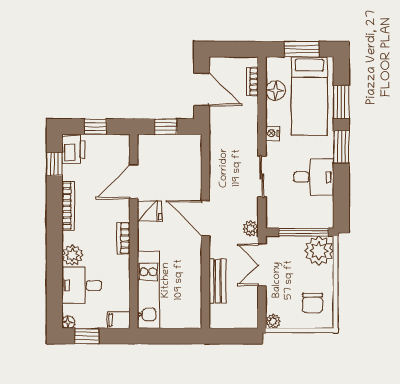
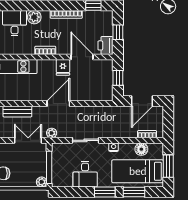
printer: (73, 150) -> (105, 45), moved, turned 90
plant: (319, 251) -> (42, 182), width x0.53, depth x0.53

